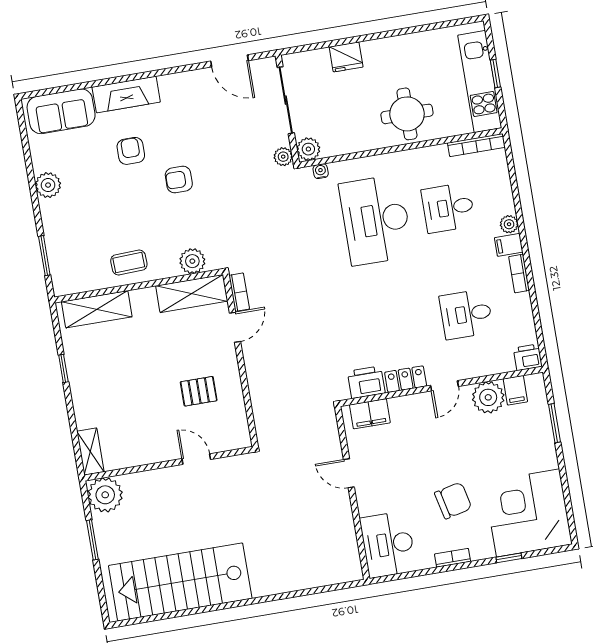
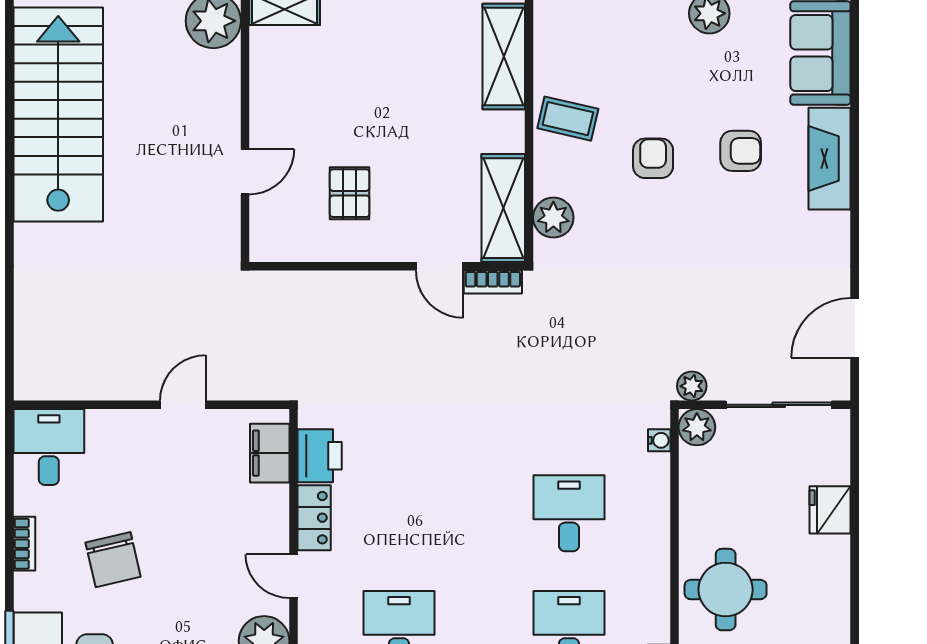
armchair: (179, 180) -> (653, 158), moved
desk: (376, 220) -> (569, 513), width x0.53, depth x0.77
coffee table: (129, 263) -> (568, 119), turned -75
desk: (388, 544) -> (49, 447), width x0.73

